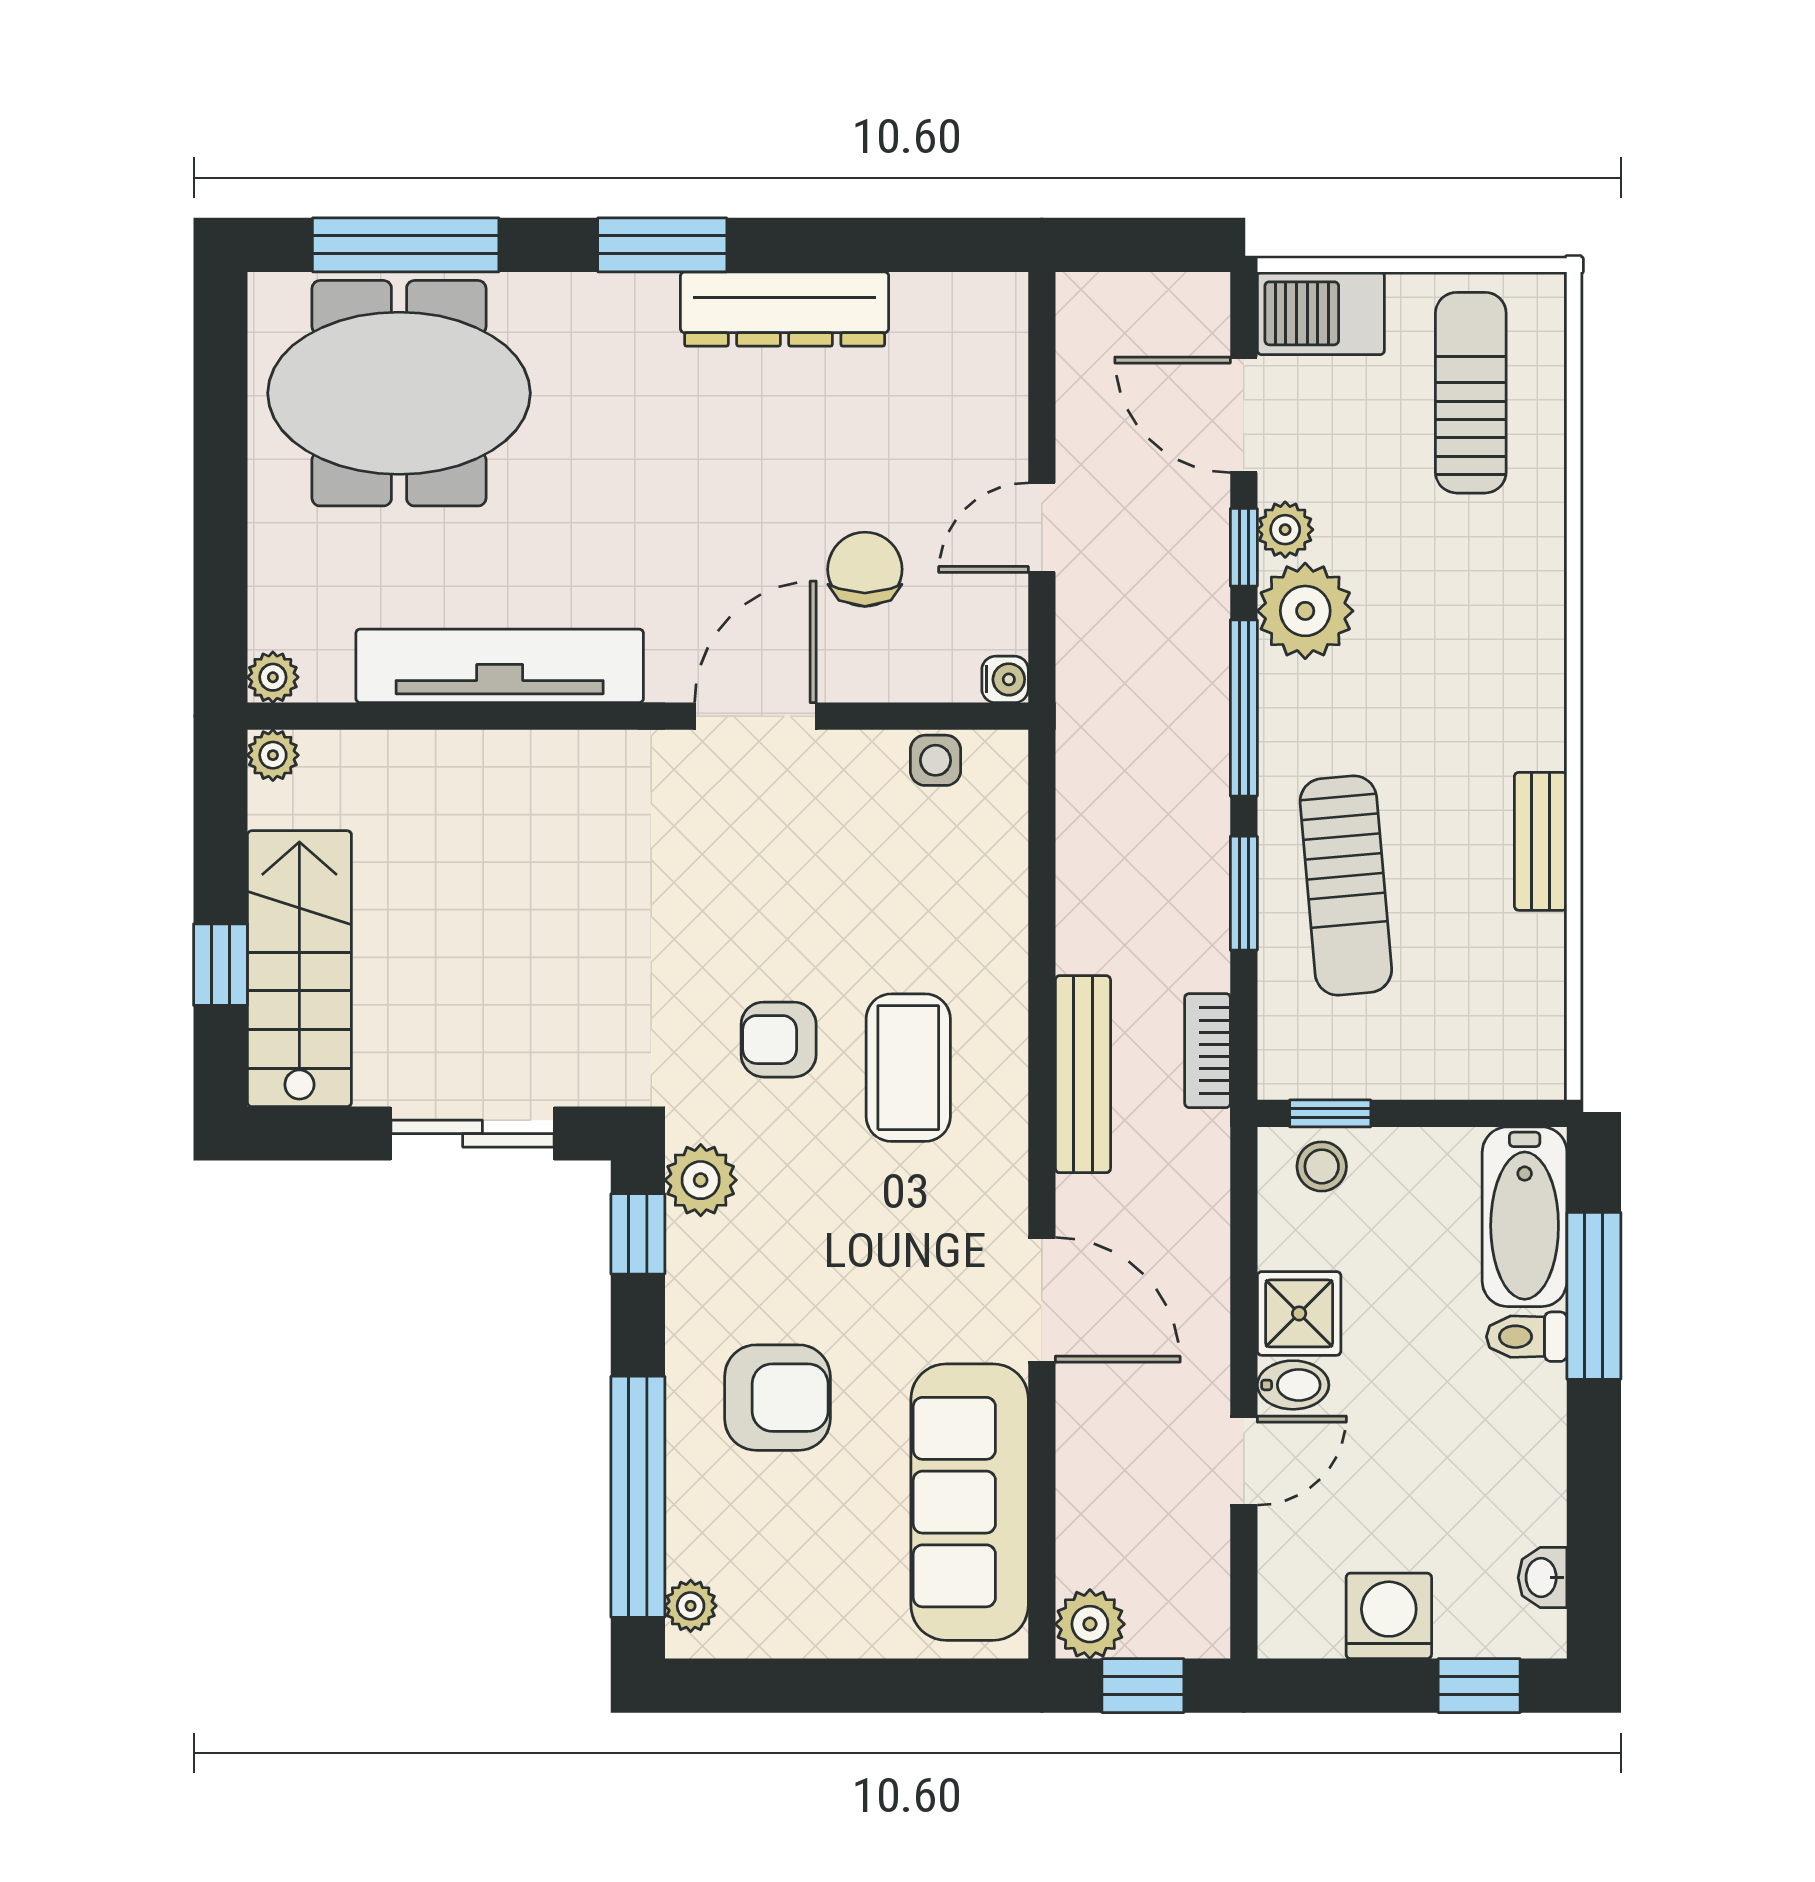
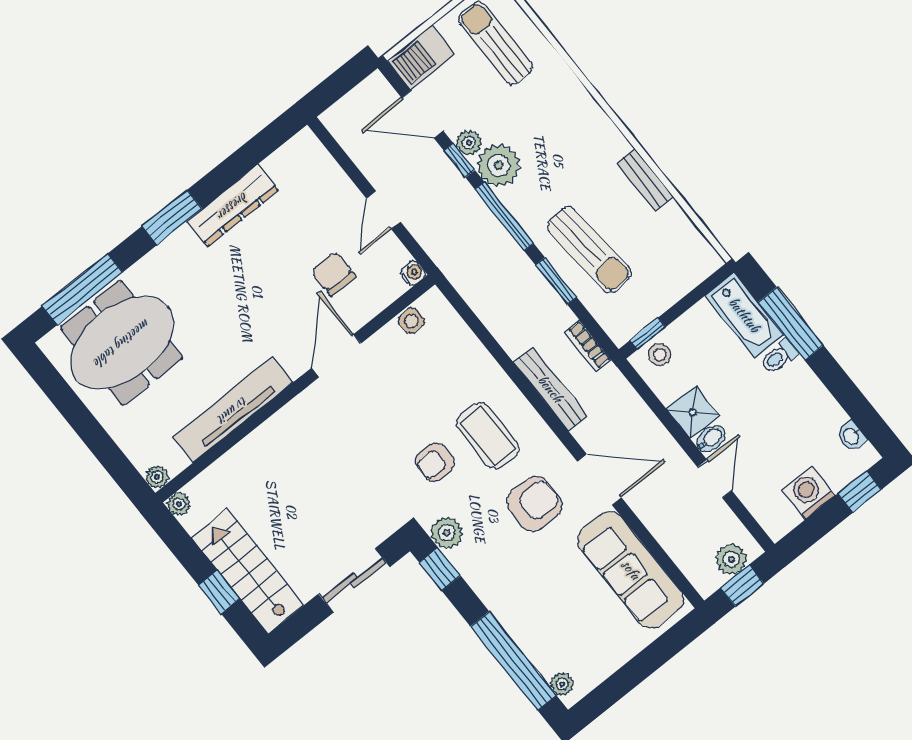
armchair: (777, 1398) -> (534, 504), moved
plant: (1090, 1624) -> (731, 559), moved

